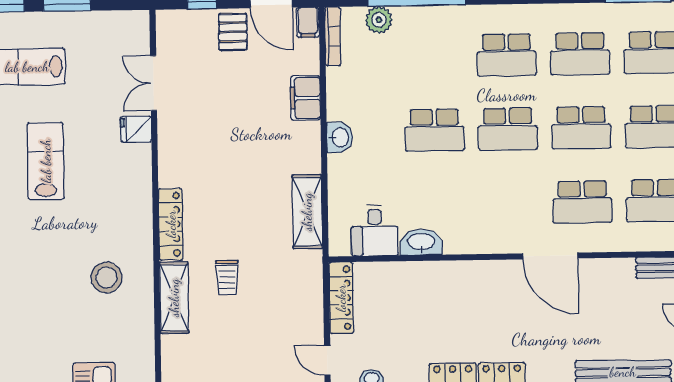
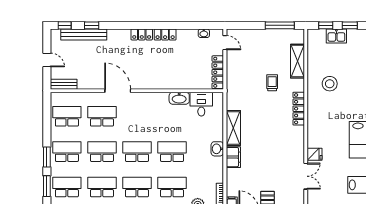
school desk: (433, 56) -> (172, 187), added
filing cabinet: (306, 98) -> (233, 157), moved
shelving: (307, 212) -> (233, 128), moved
shelving: (174, 298) -> (298, 61), moved

